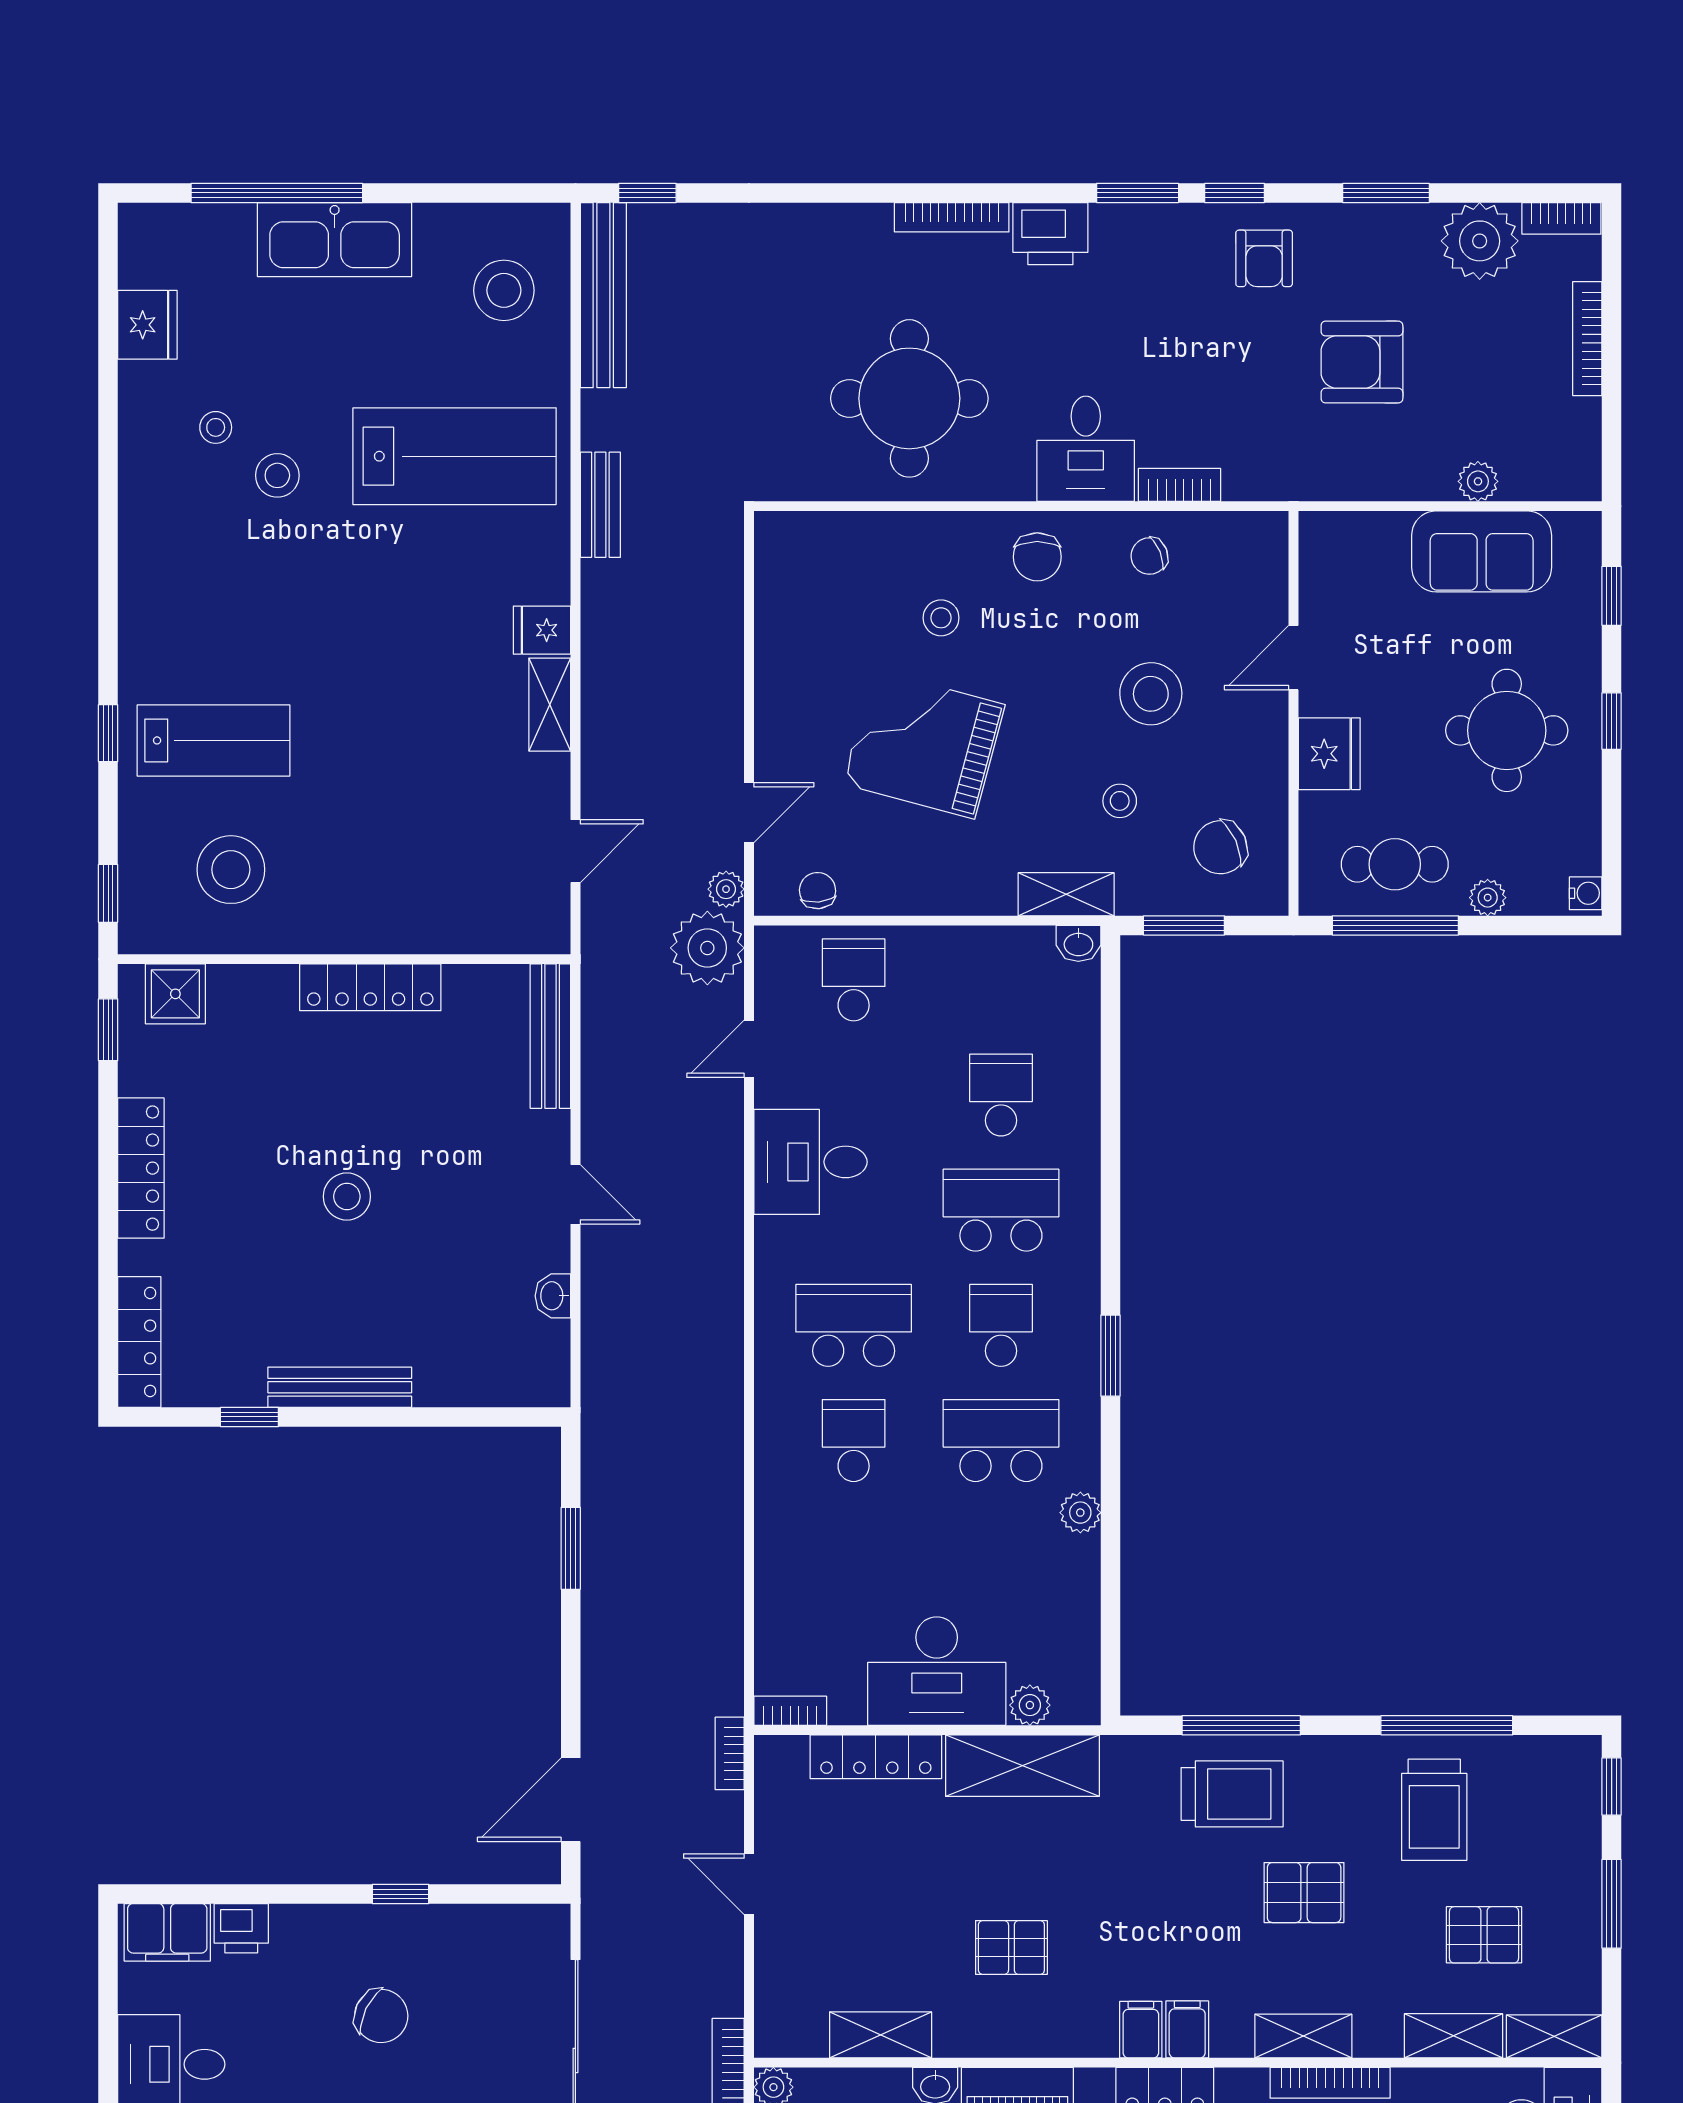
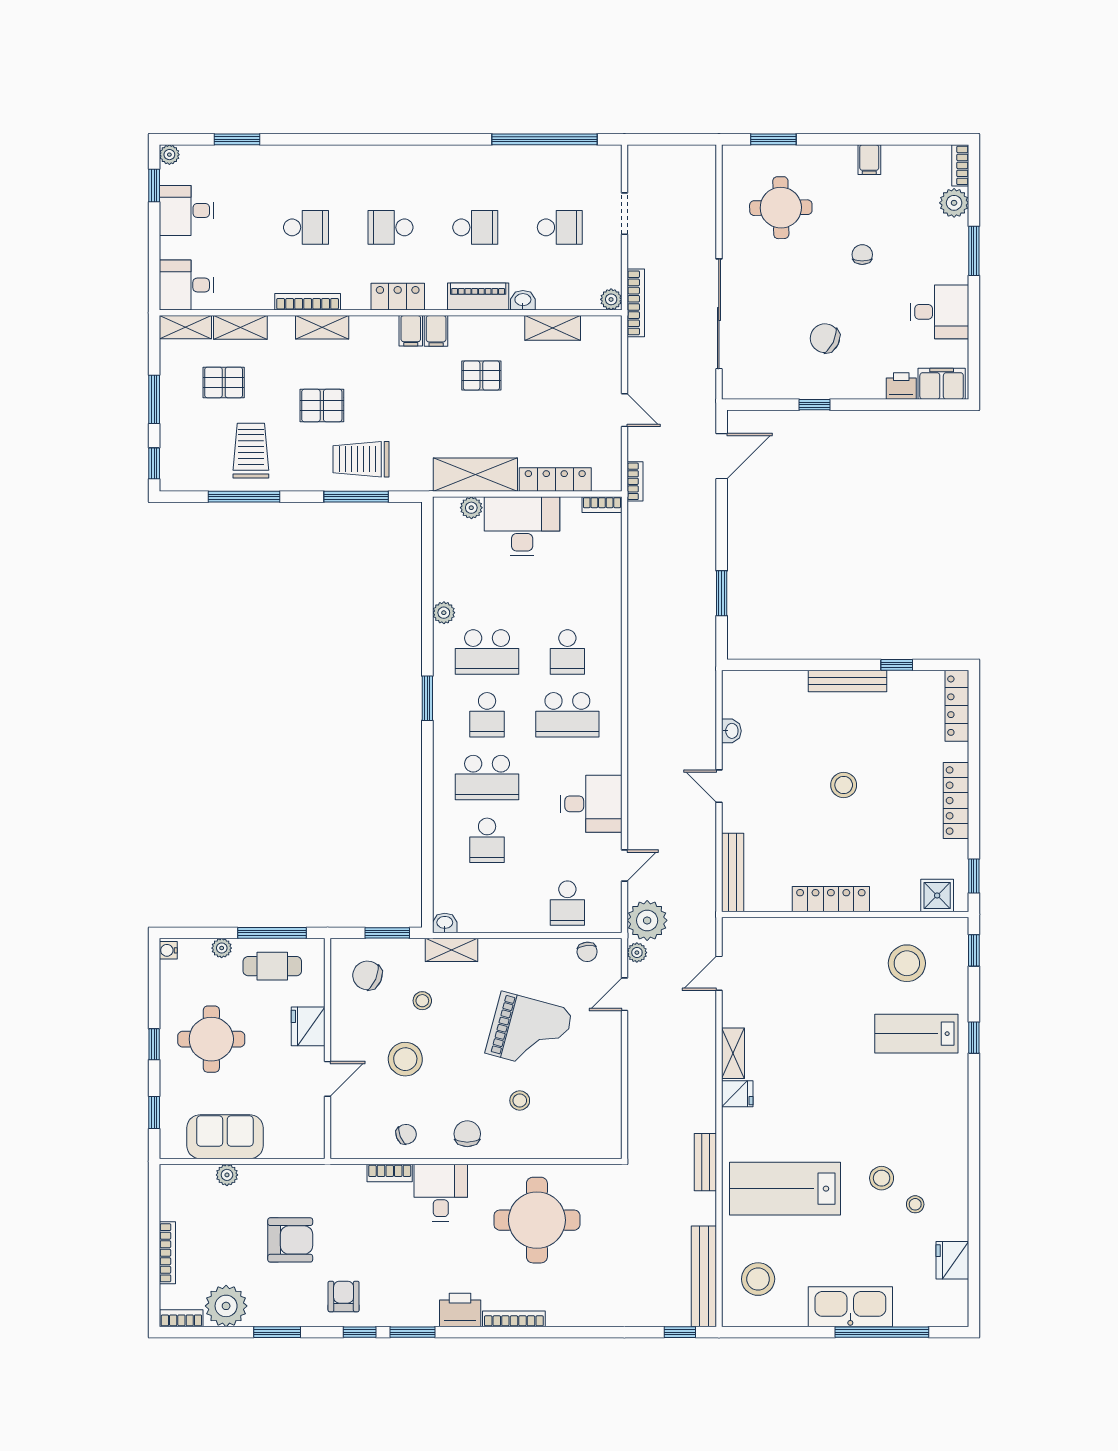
chair: (1220, 847) -> (367, 975), turned -133
filing cabinet: (1187, 2029) -> (436, 331), moved

